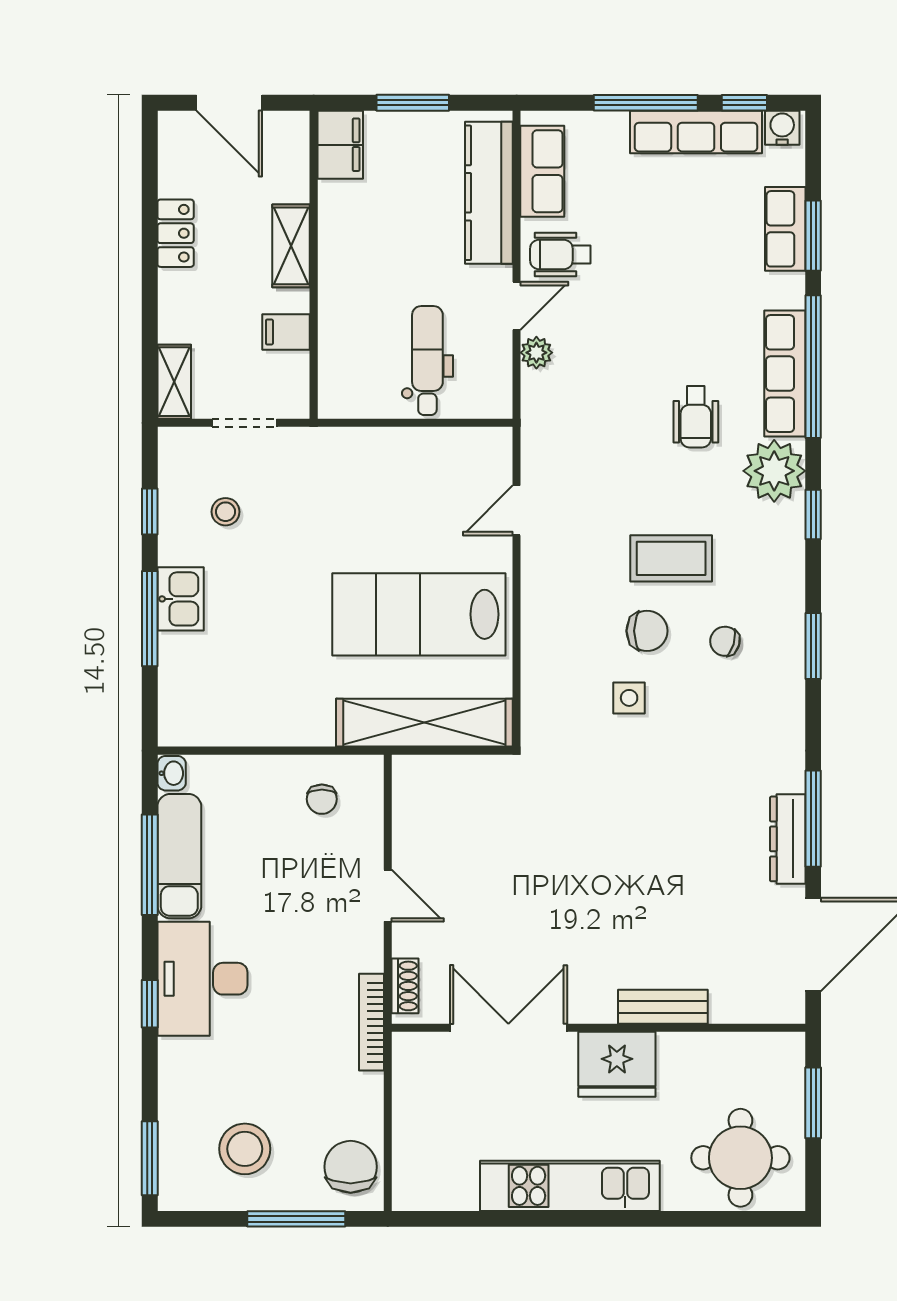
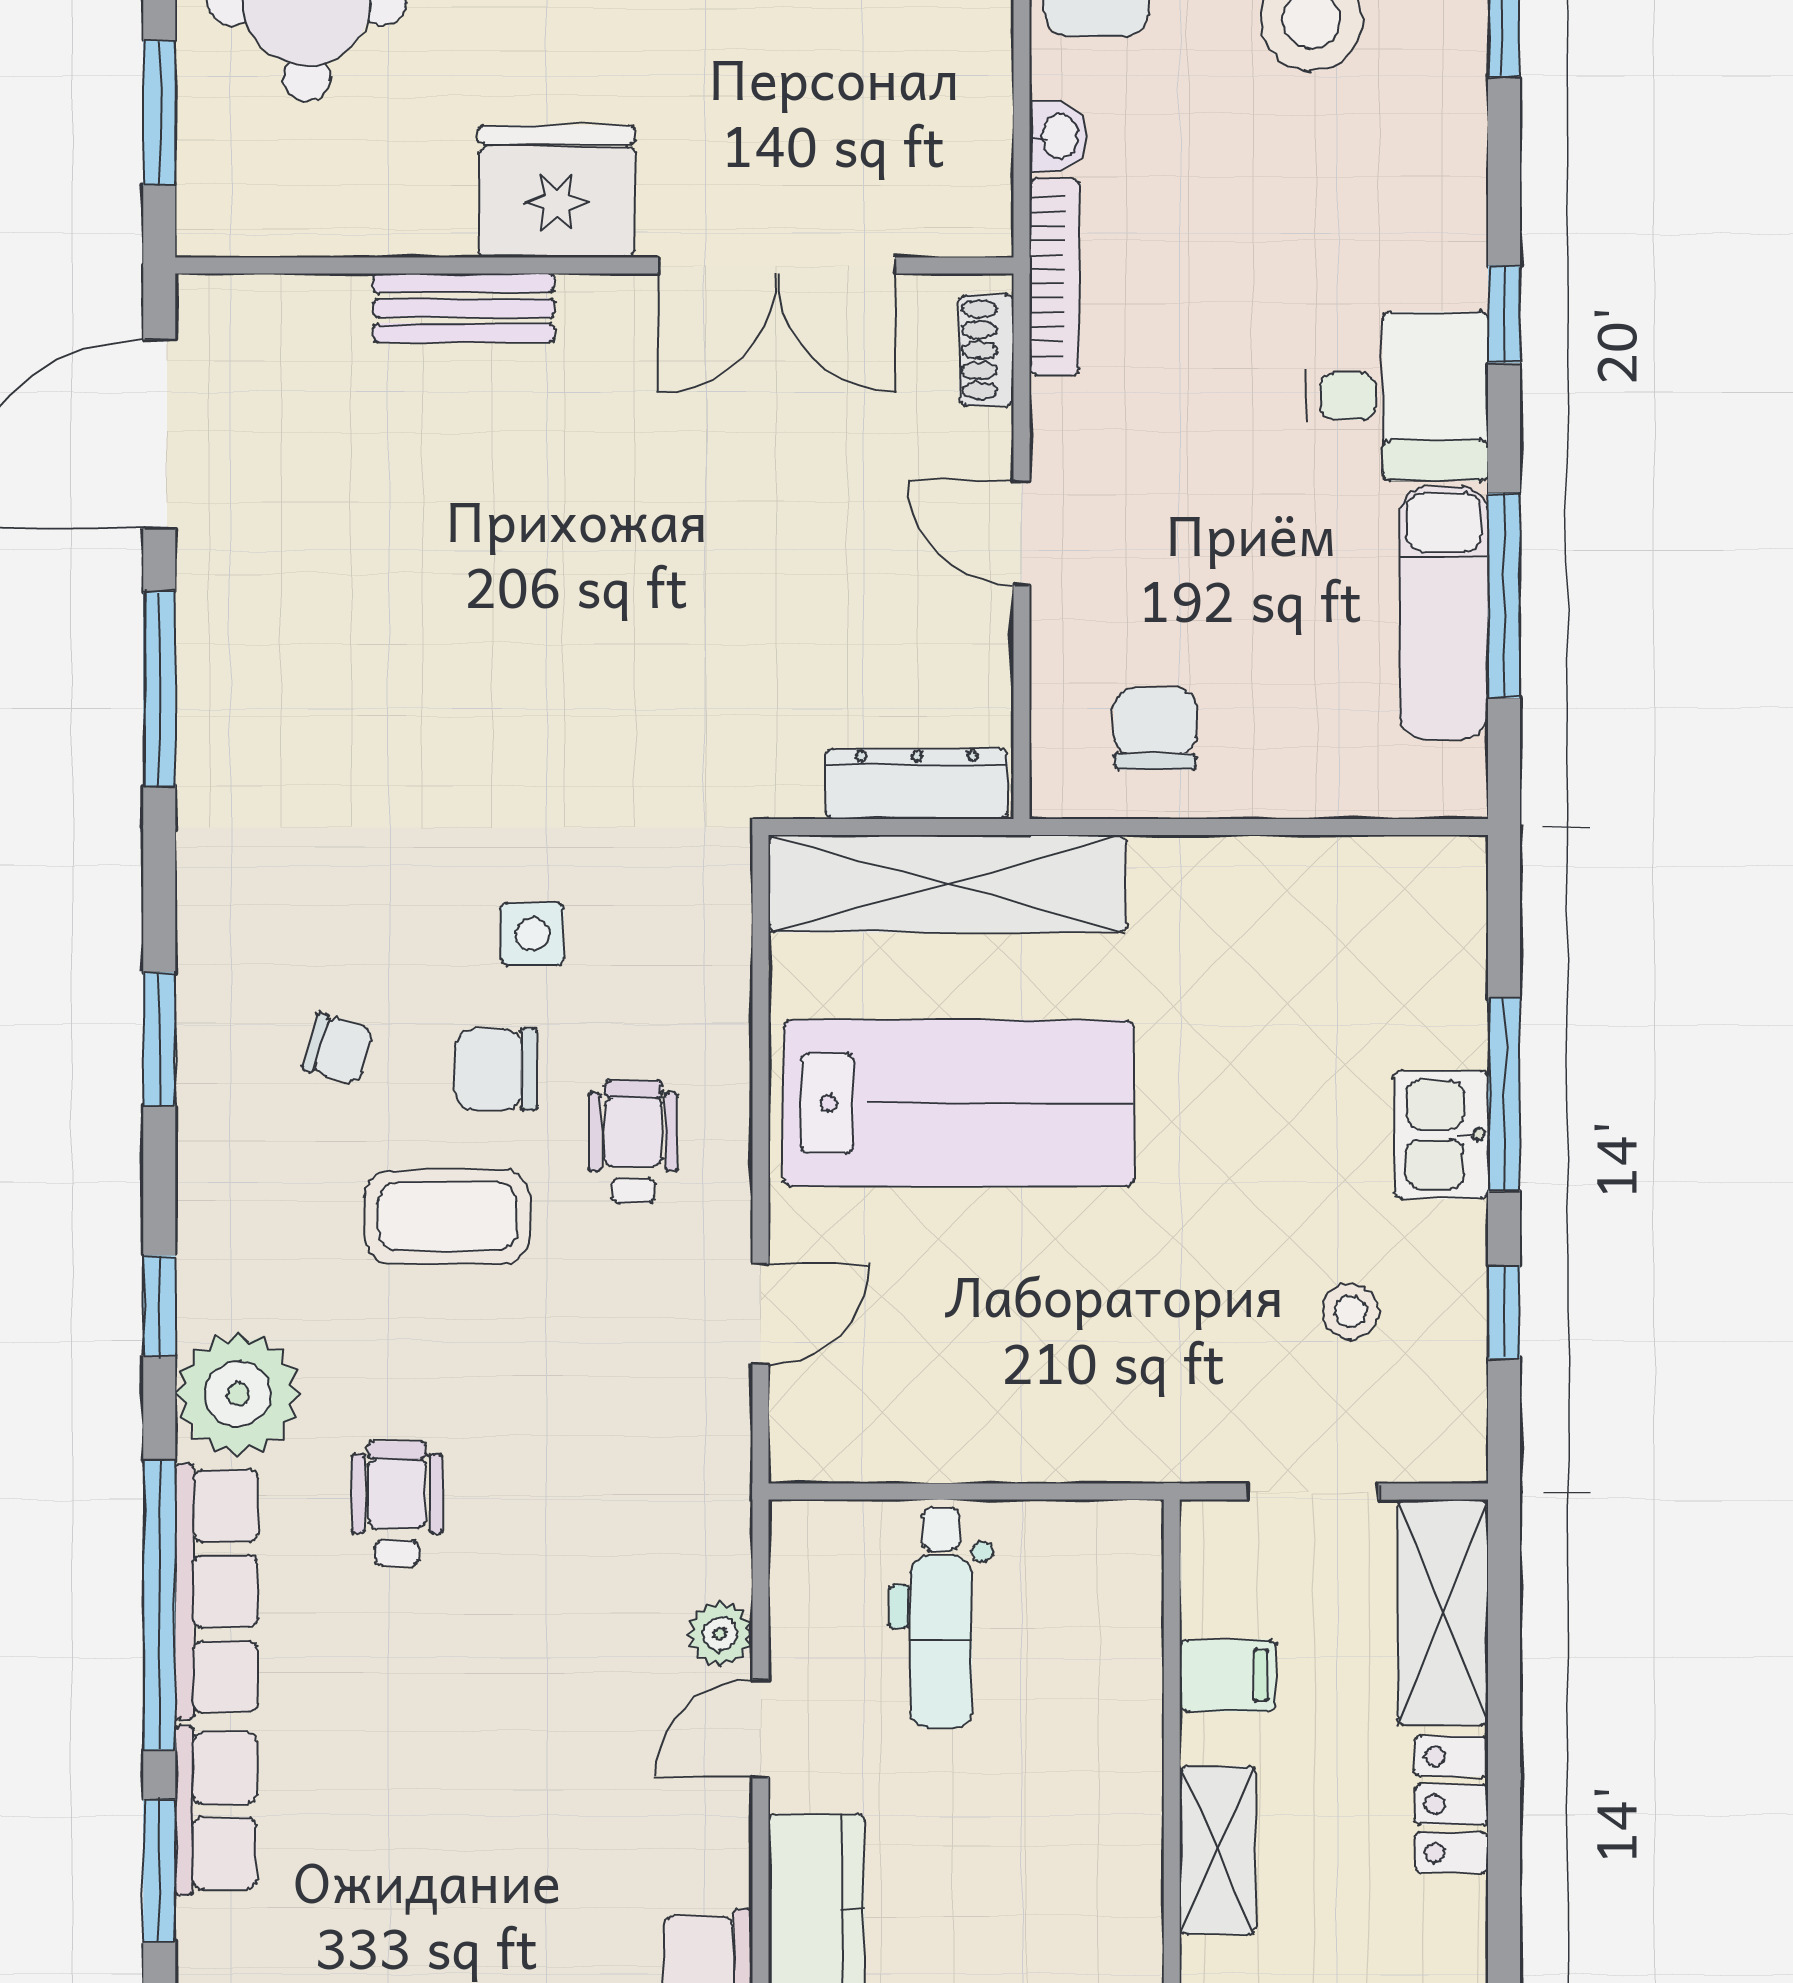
row of seats: (785, 229) -> (216, 1811), moved
locker: (176, 233) -> (1452, 1804), moved
wheelchair: (560, 254) -> (633, 1142), moved, turned -90
shelving: (174, 382) -> (1443, 1612), width x1.50, depth x1.33
washbasin: (172, 773) -> (1058, 137), moved, turned 180
chair: (322, 799) -> (1155, 729), width x1.37, depth x1.37
dresser: (788, 839) -> (917, 784), moved, turned -90
desk: (202, 979) -> (1397, 396), width x0.73

